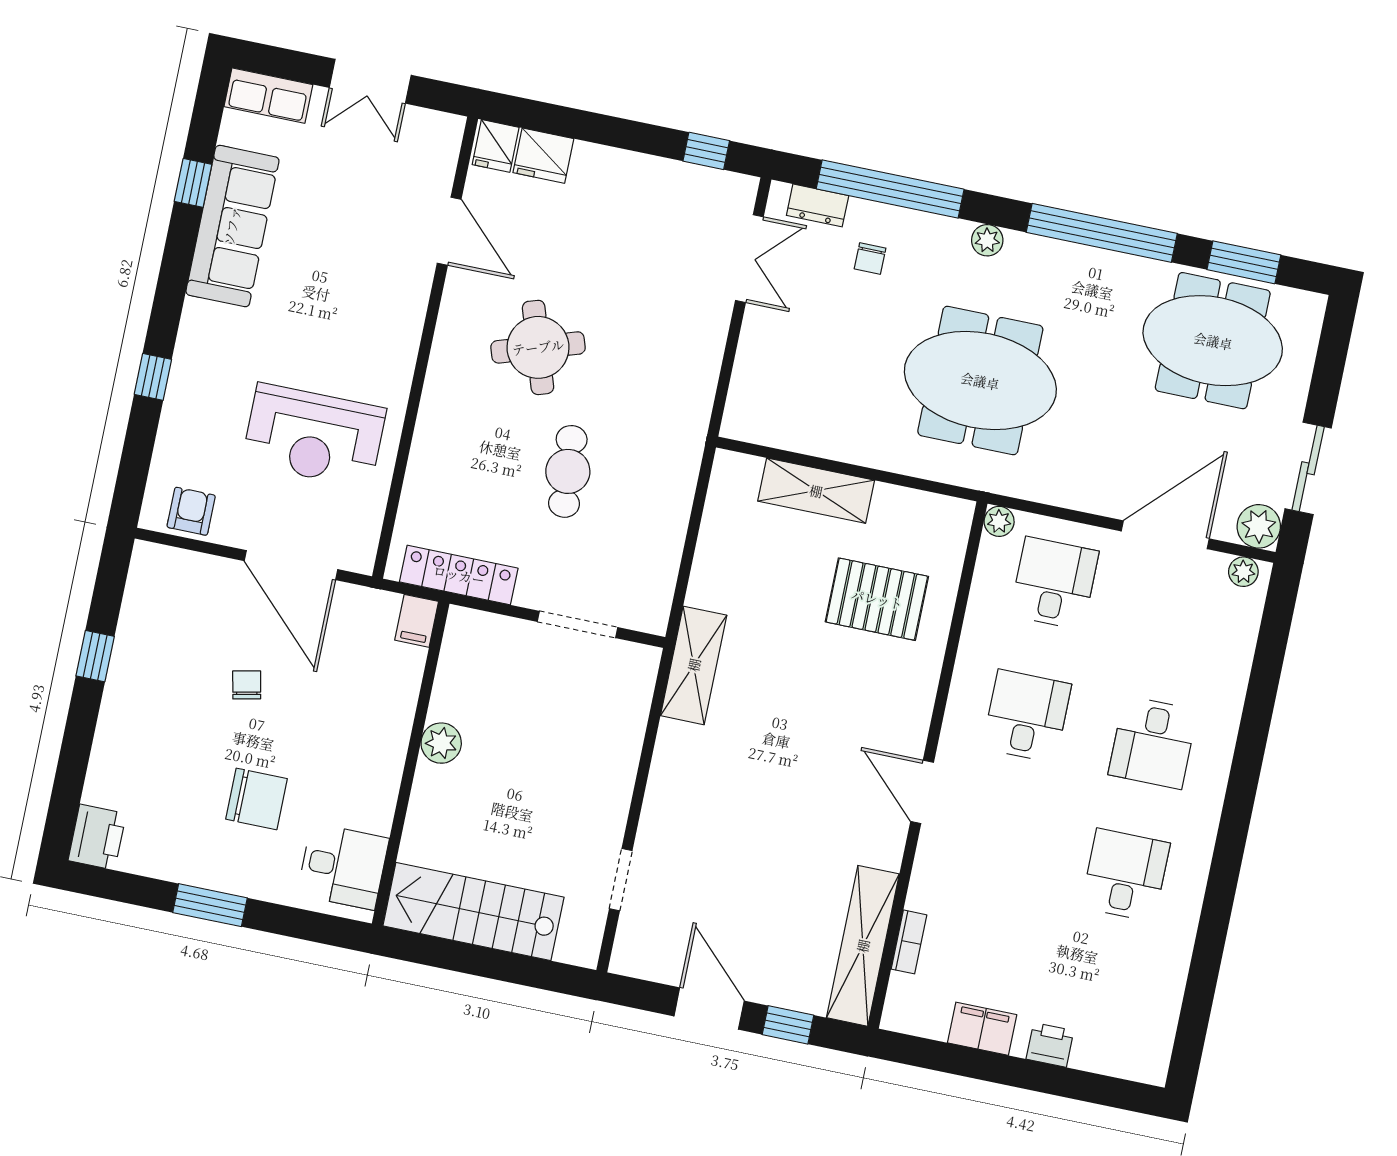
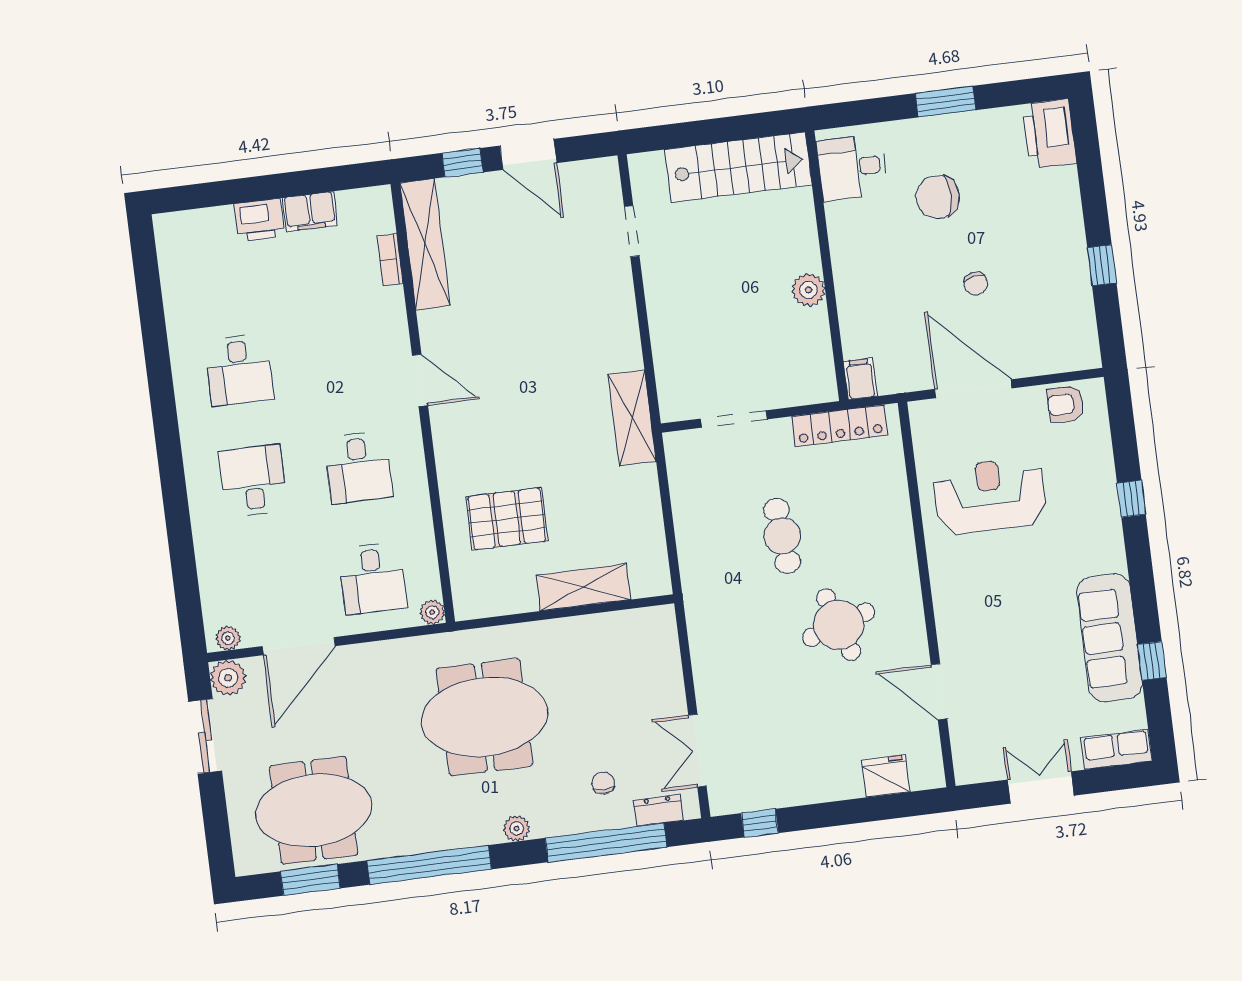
fridge: (496, 146) -> (926, 771), removed
armchair: (191, 511) -> (1066, 404), turned 90
printer: (97, 837) -> (1049, 134), width x1.37, depth x1.19
printer: (1050, 1045) -> (259, 220), width x1.36, depth x1.24

